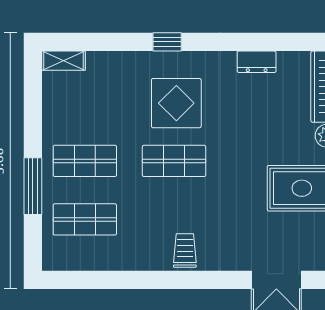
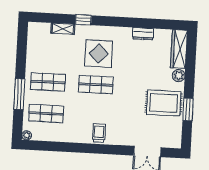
window: (167, 42) -> (83, 20), moved
shelving: (64, 61) -> (63, 29), moved
plant: (51, 262) -> (27, 135), added

